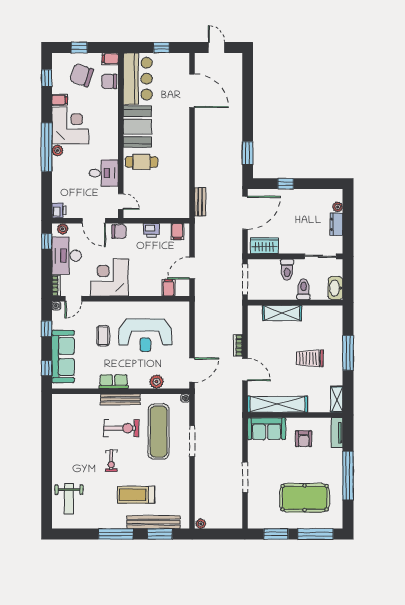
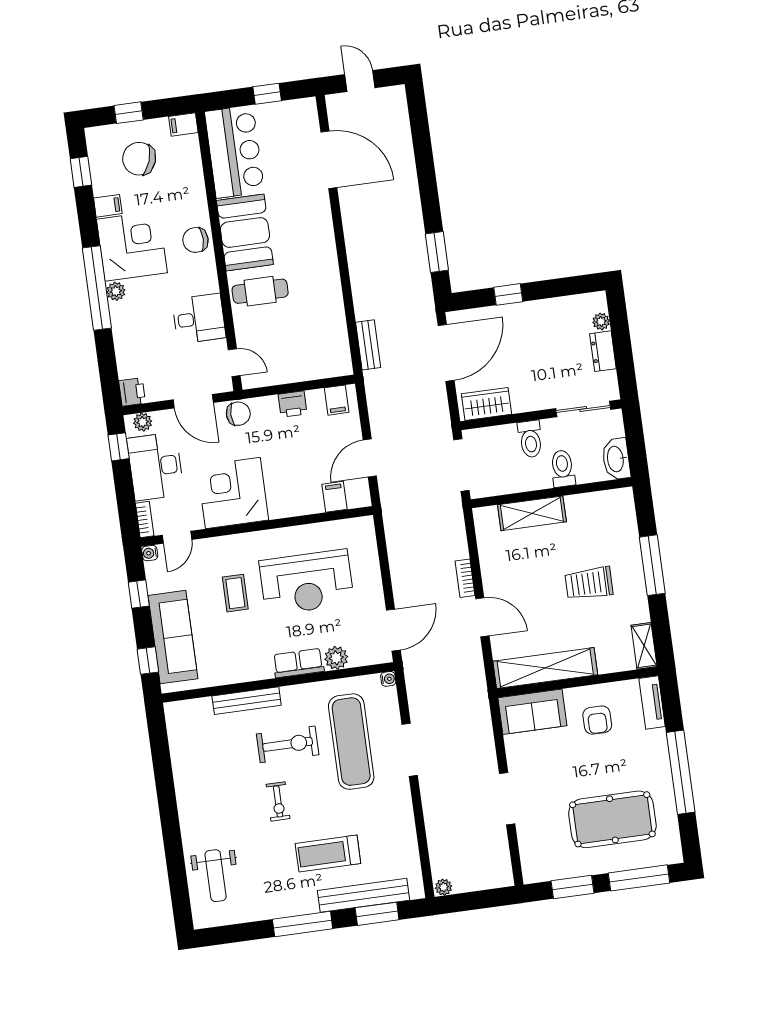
chair: (109, 81) -> (195, 240), moved
row of seats: (114, 382) -> (298, 663), moved
bench: (120, 399) -> (247, 701), moved

